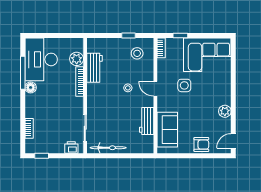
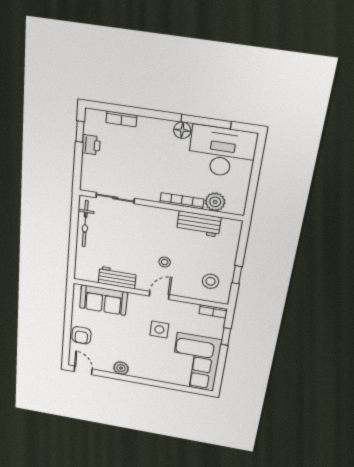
printer: (71, 148) -> (91, 145), moved

